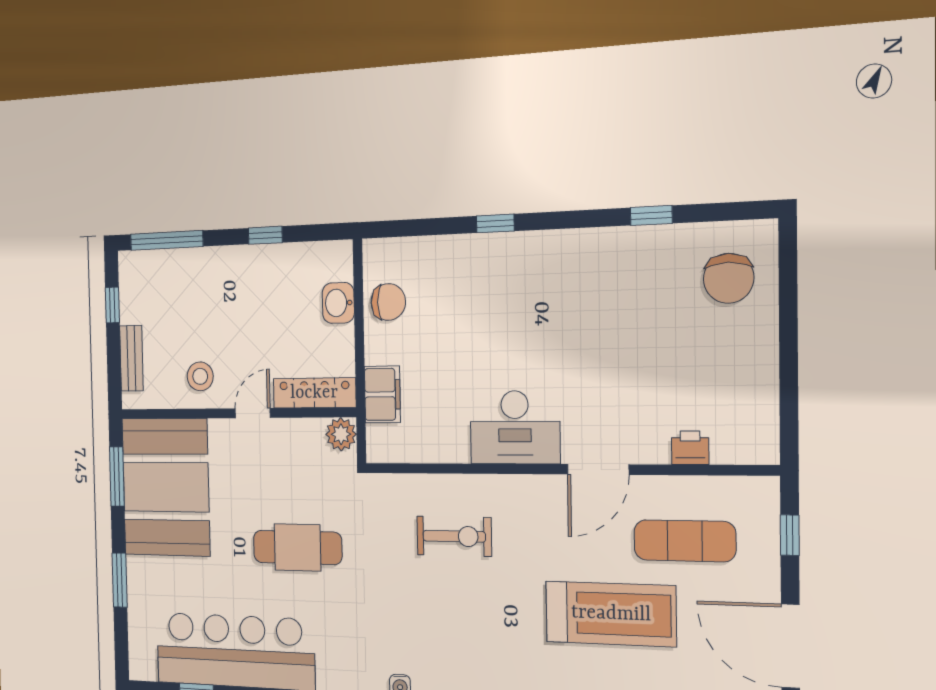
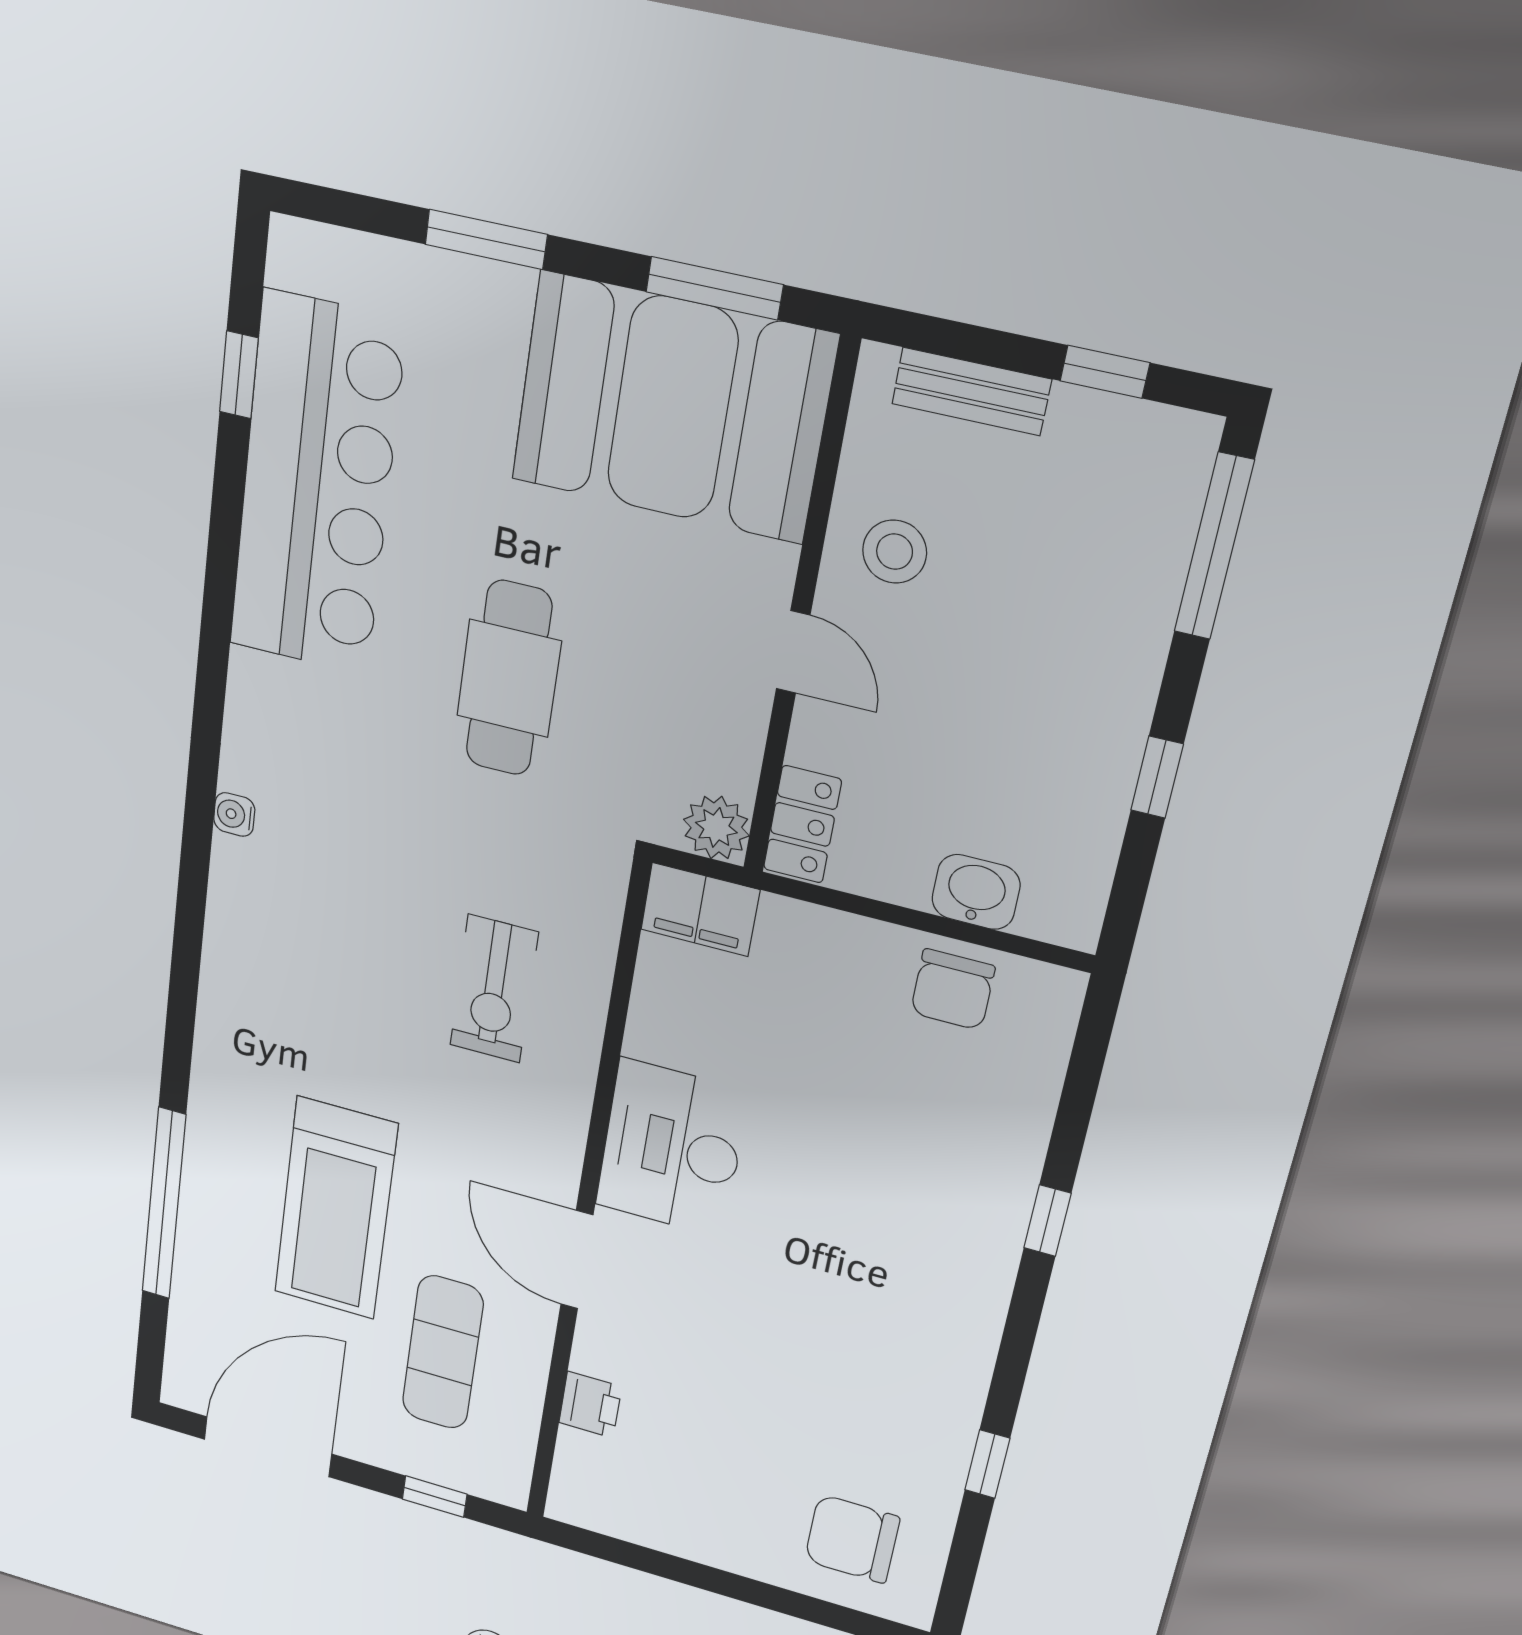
locker: (314, 393) -> (802, 824), width x0.66
filing cabinet: (382, 394) -> (700, 910), moved

